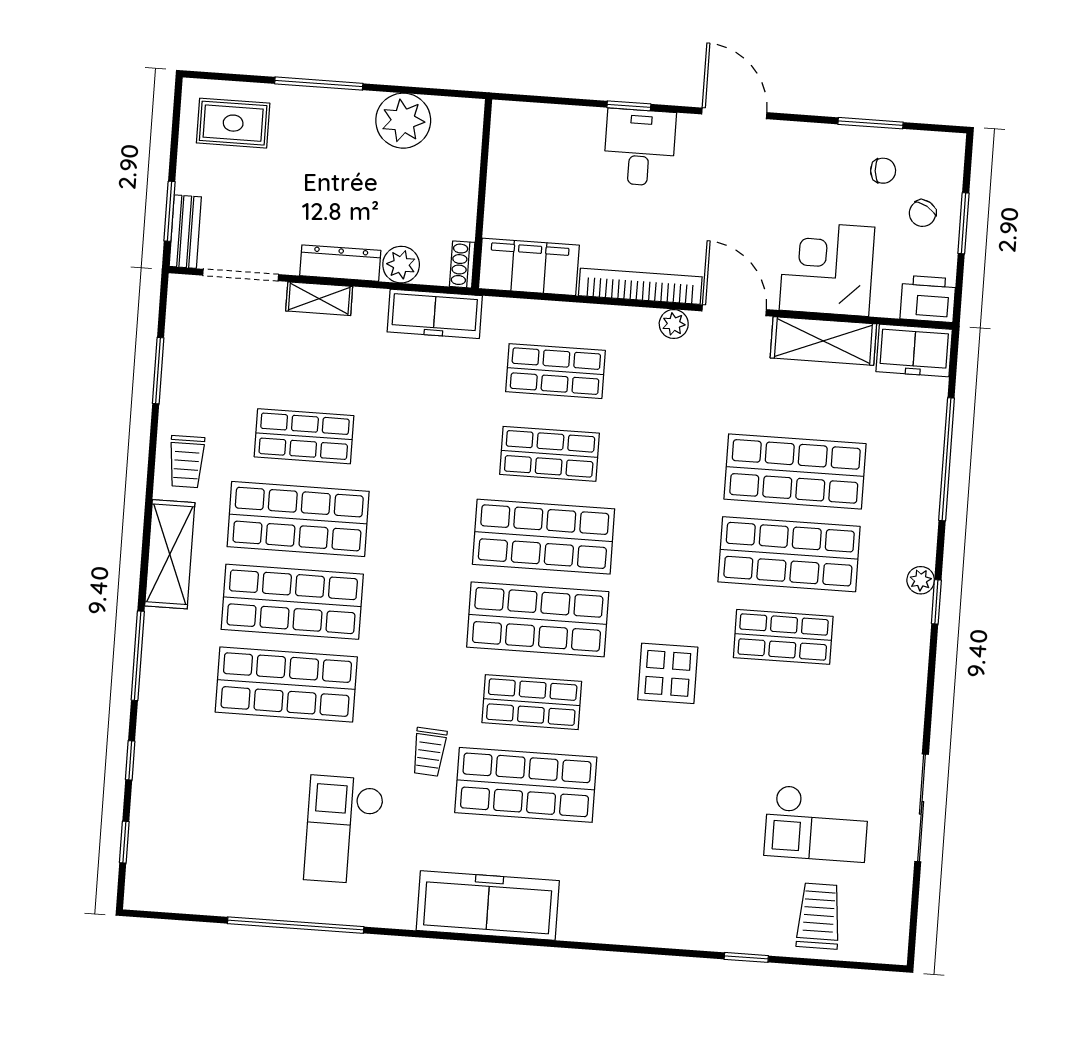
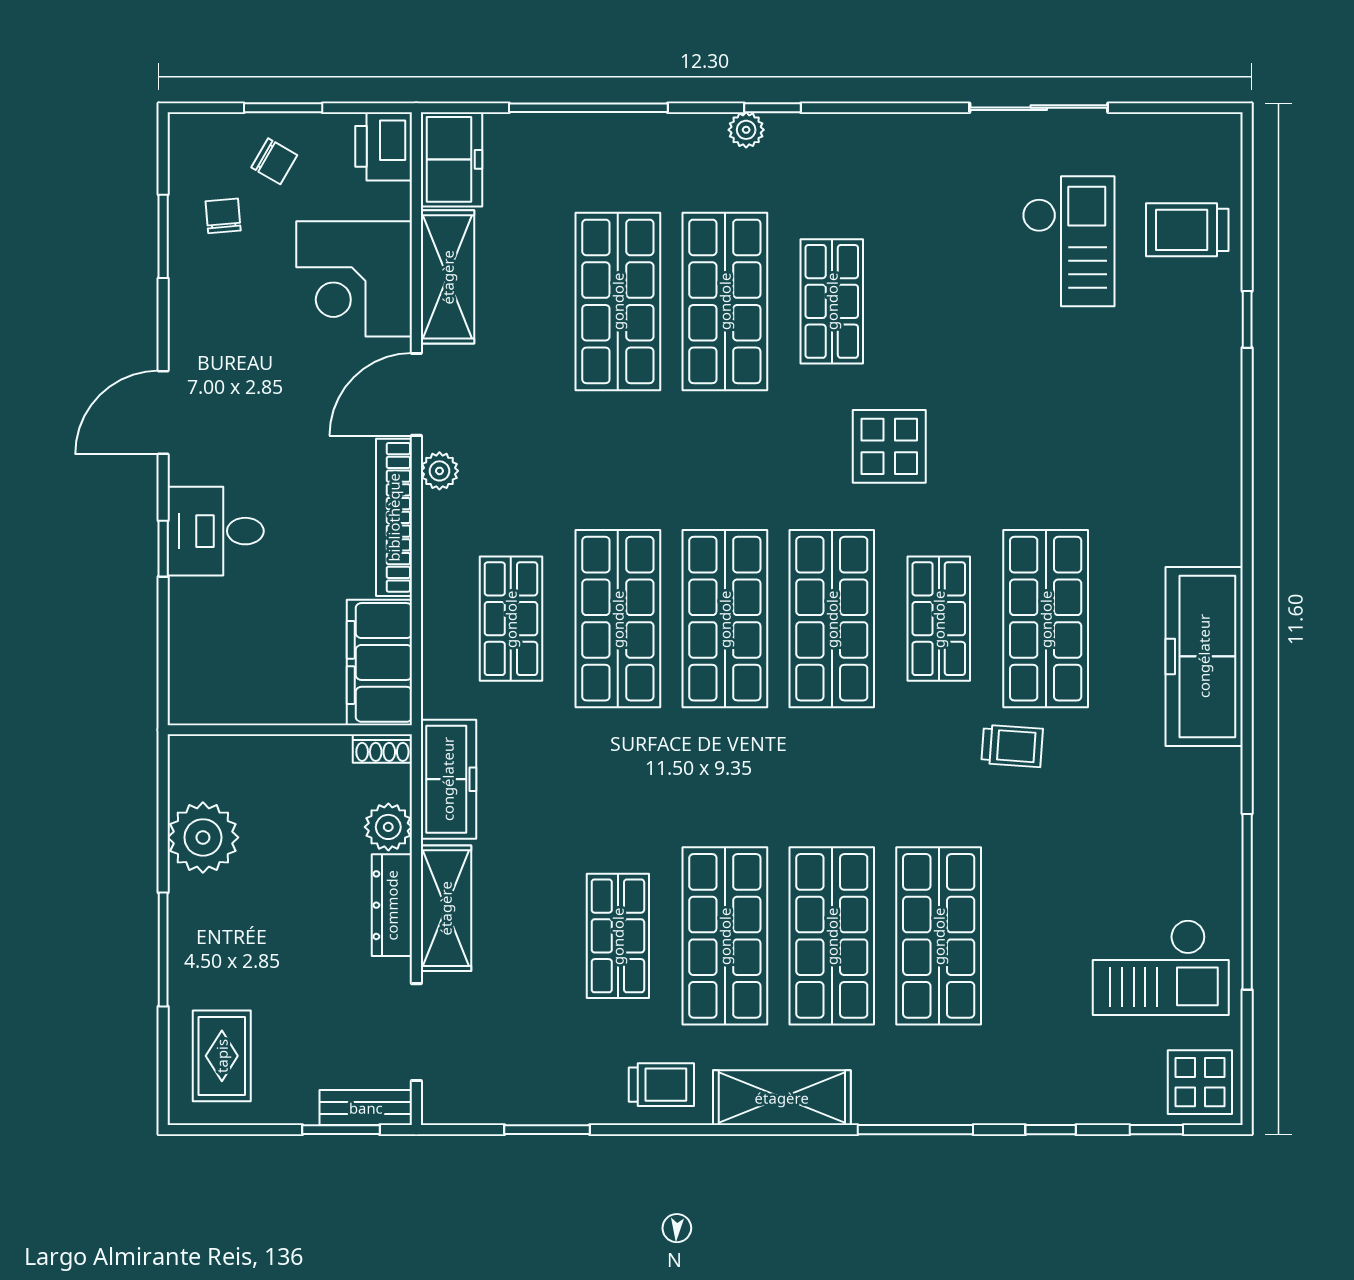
shelving: (319, 299) -> (446, 908), width x1.50, depth x1.33
shop shelf: (550, 454) -> (618, 619), width x1.43, depth x1.36
checkout: (344, 830) -> (1161, 967), moved
display table: (159, 879) -> (1200, 1082), added

